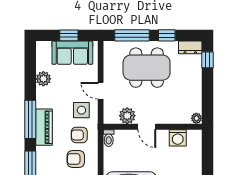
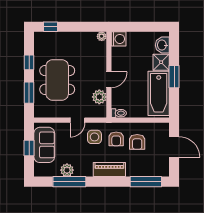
window: (132, 35) -> (29, 93), width x0.69
dresser: (190, 47) -> (40, 42), removed
window: (30, 119) -> (69, 182), moved
washing machine: (178, 138) -> (119, 39), moved

